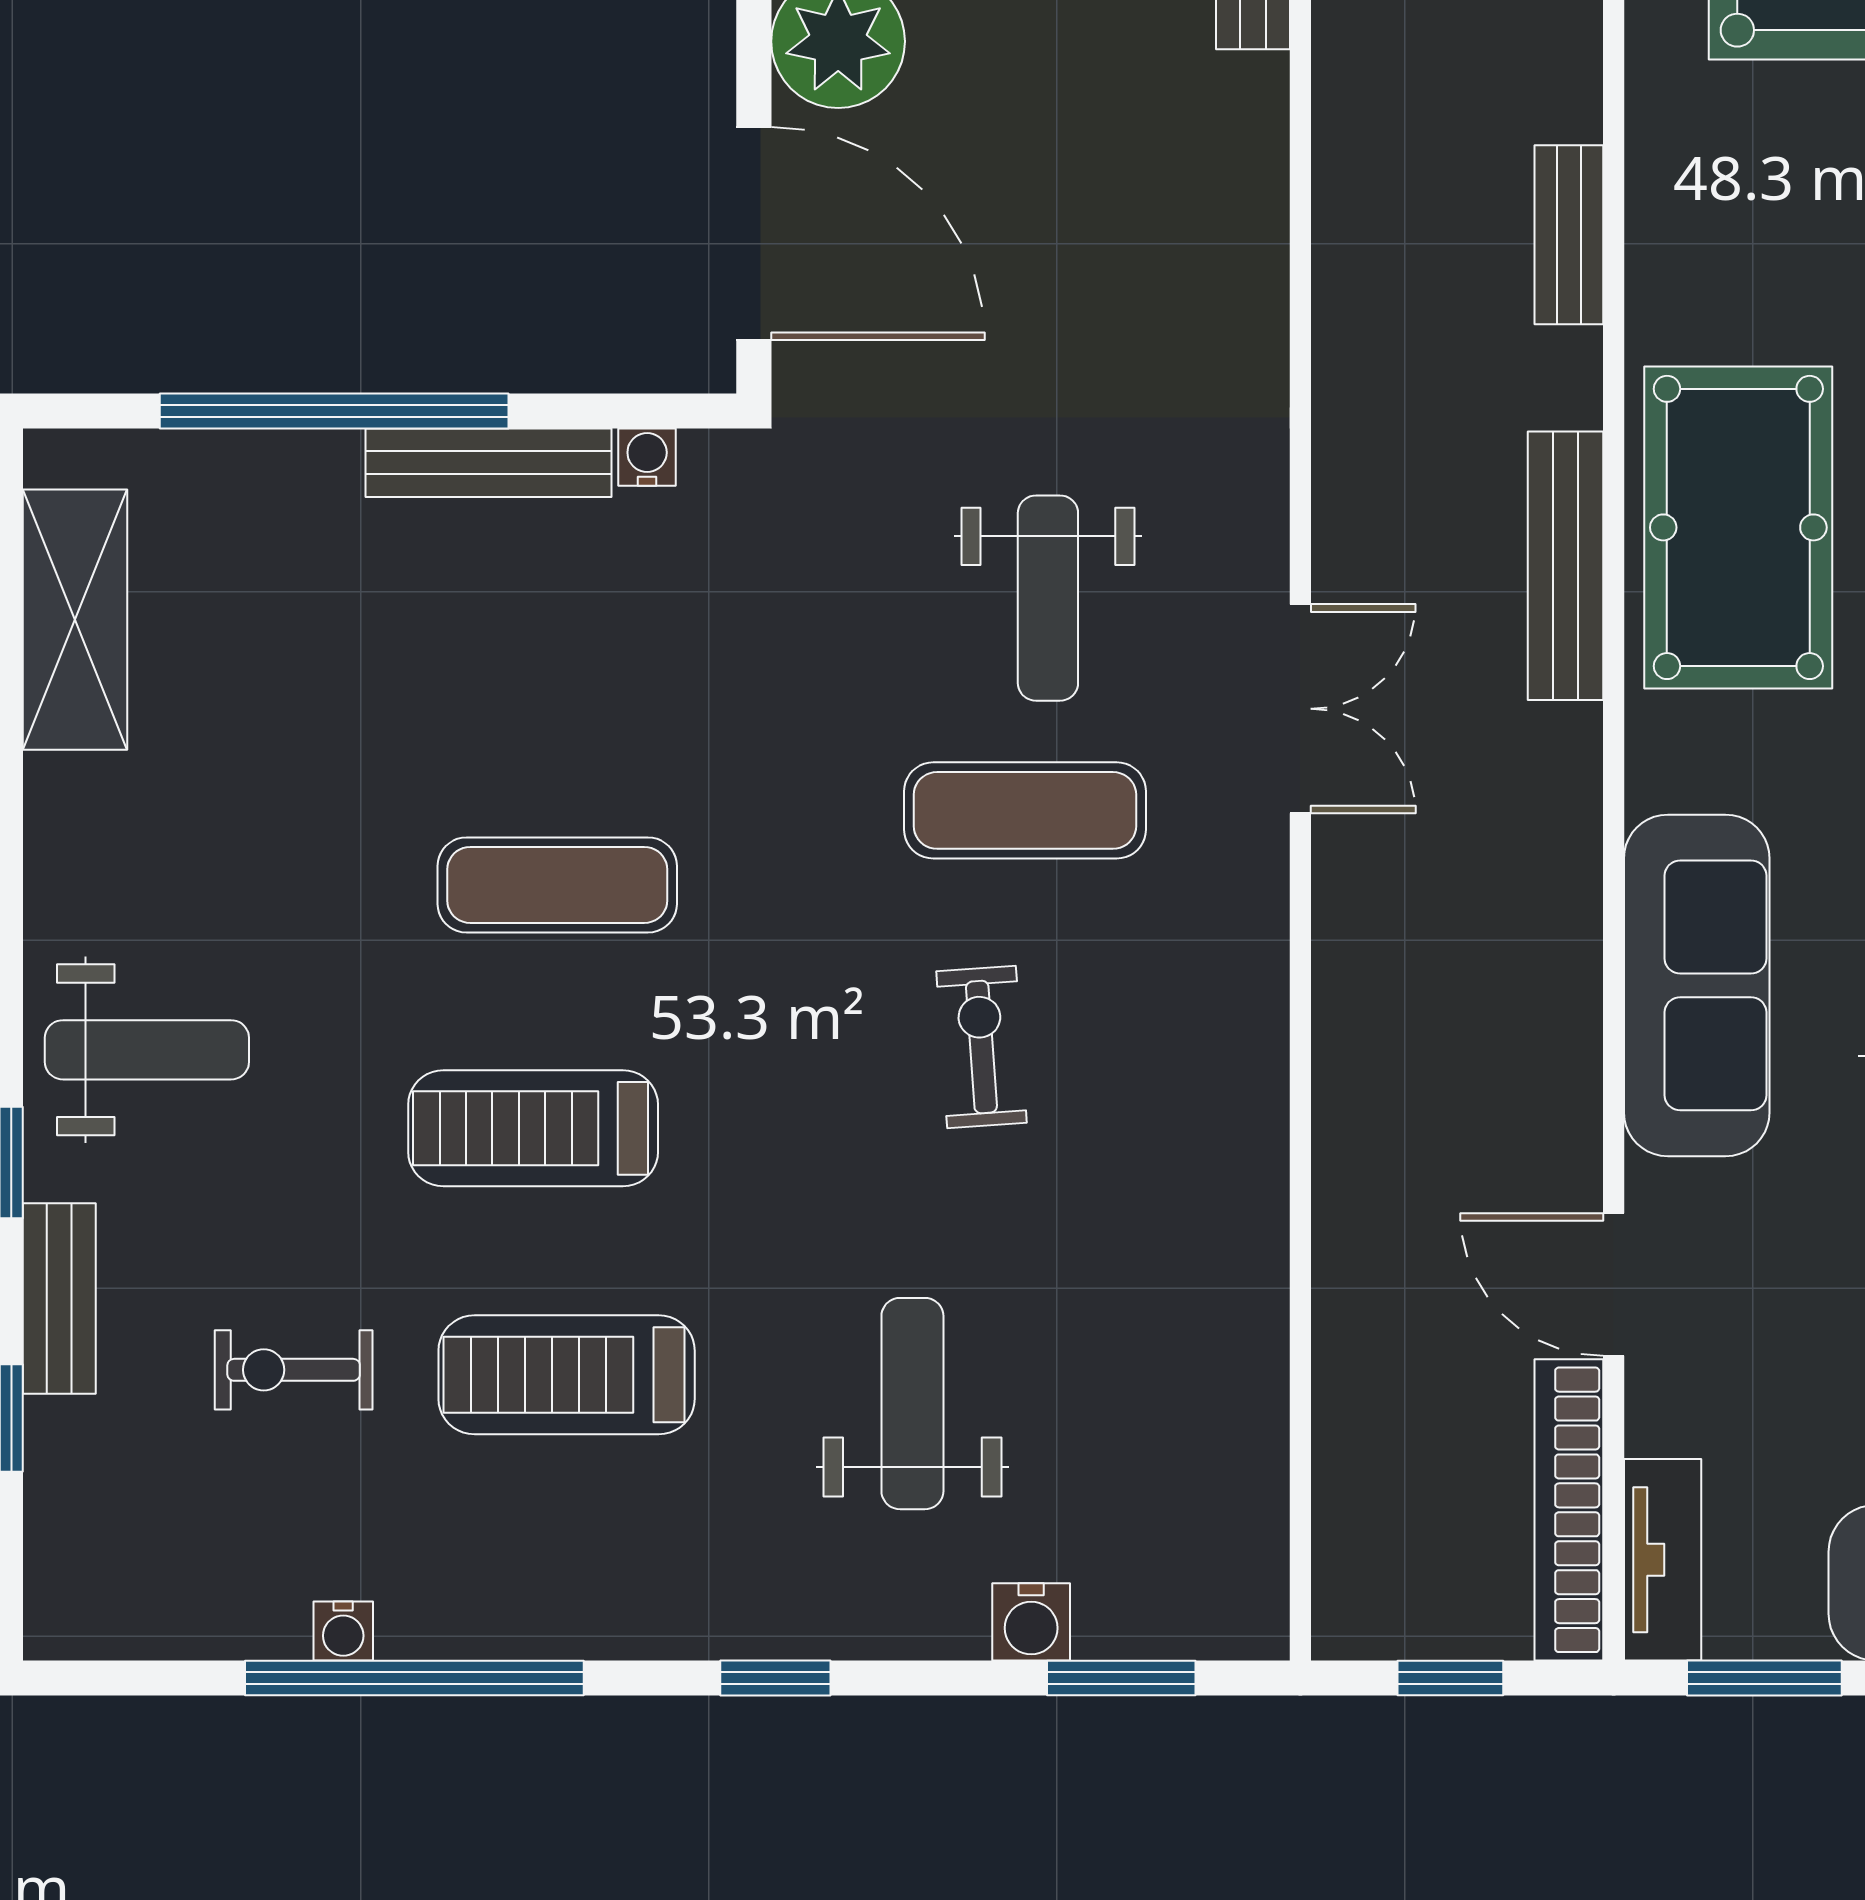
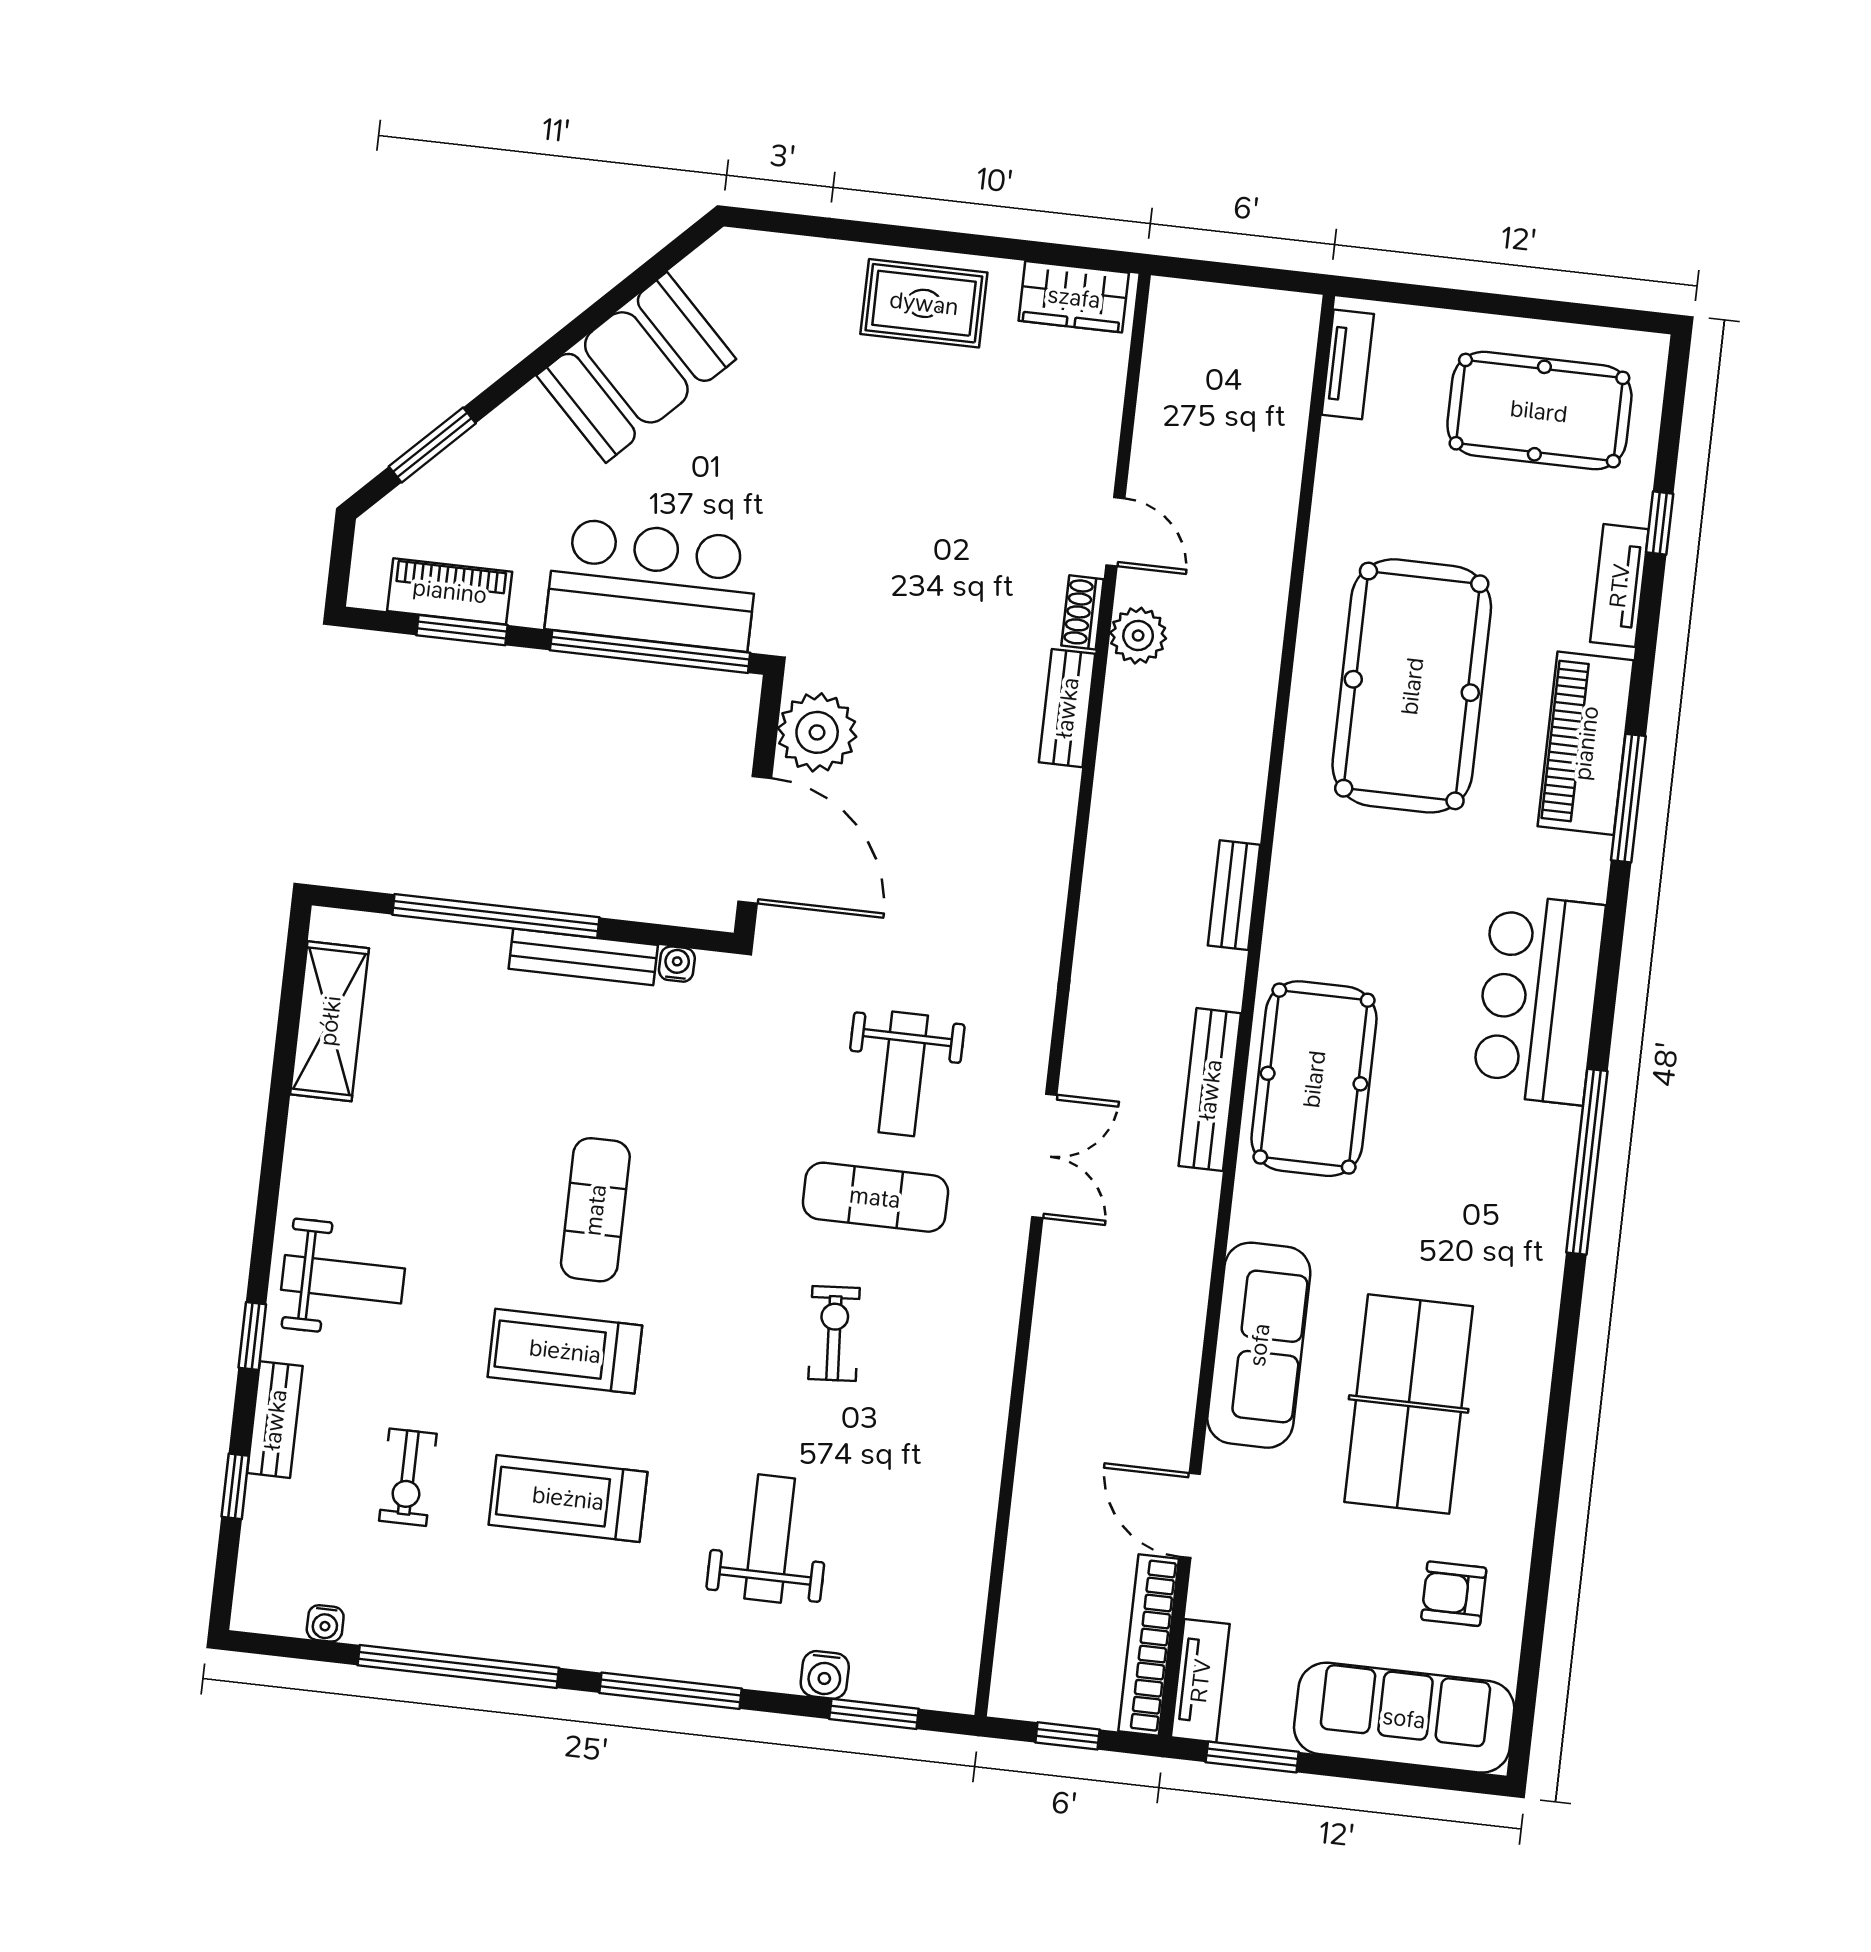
exercise mat: (557, 885) -> (595, 1210), turned 90
exercise bike: (294, 1370) -> (408, 1477), turned -90
water cooler: (343, 1631) -> (325, 1623), moved
window: (775, 1678) -> (671, 1691), width x2.17

